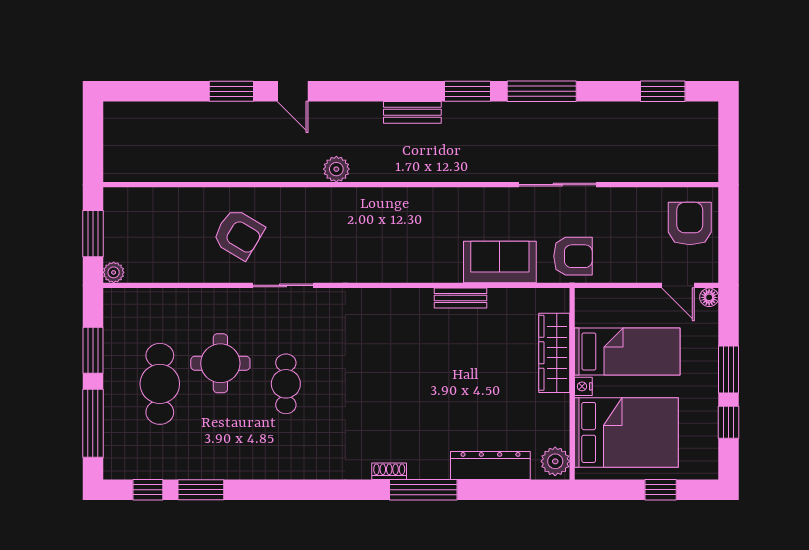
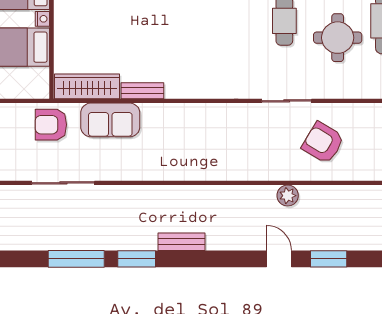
plant: (336, 169) -> (288, 196), moved
wardrobe: (554, 353) -> (87, 86), moved, turned -90

